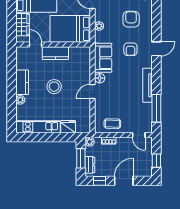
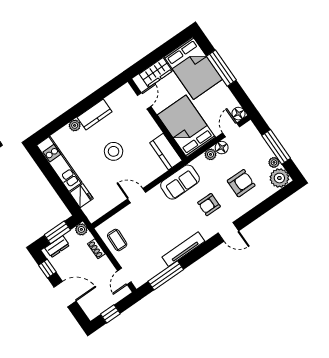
kitchen counter: (55, 53) -> (166, 152), moved
floor lamp: (100, 78) -> (222, 148), moved

